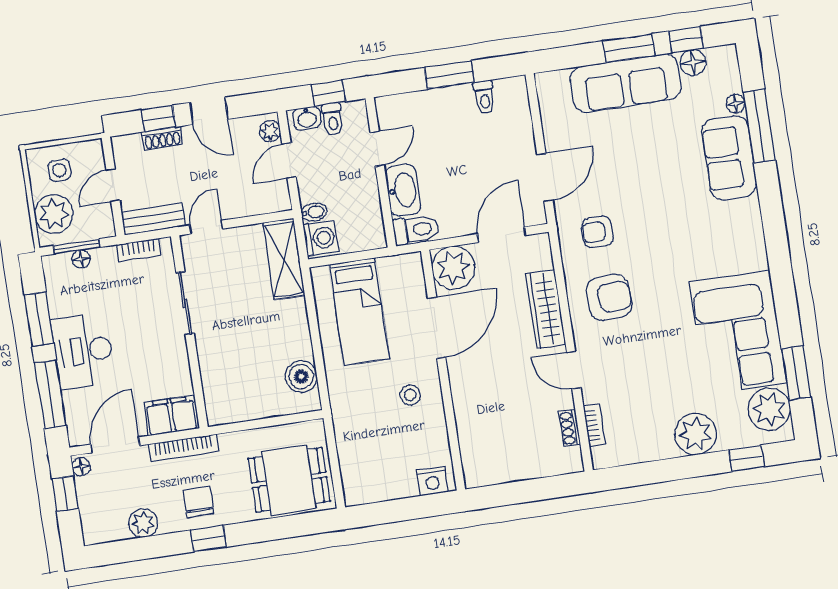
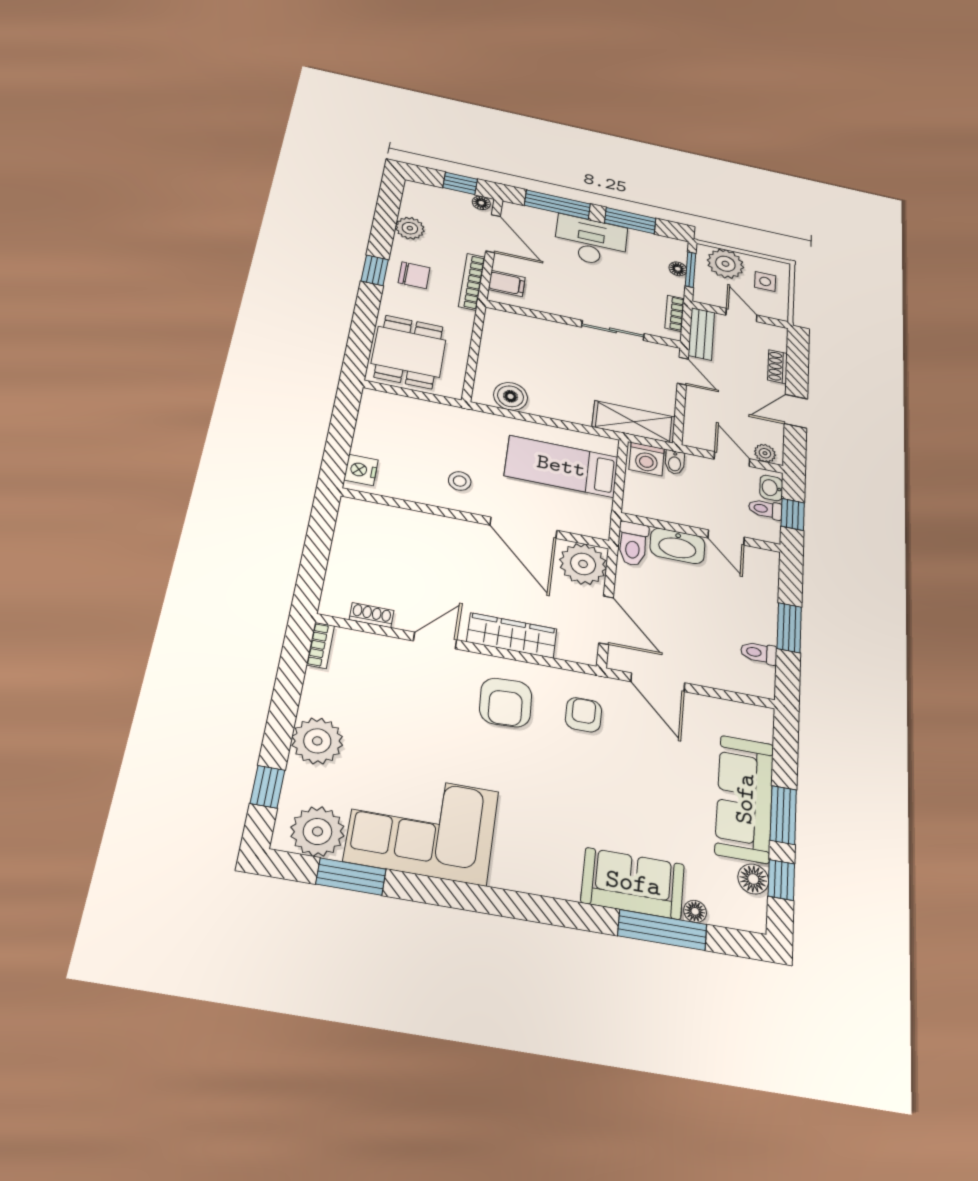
window: (158, 118) -> (797, 370), removed
filing cabinet: (171, 416) -> (507, 283), width x0.50
bookcase: (594, 425) -> (320, 645), moved, turned -90

